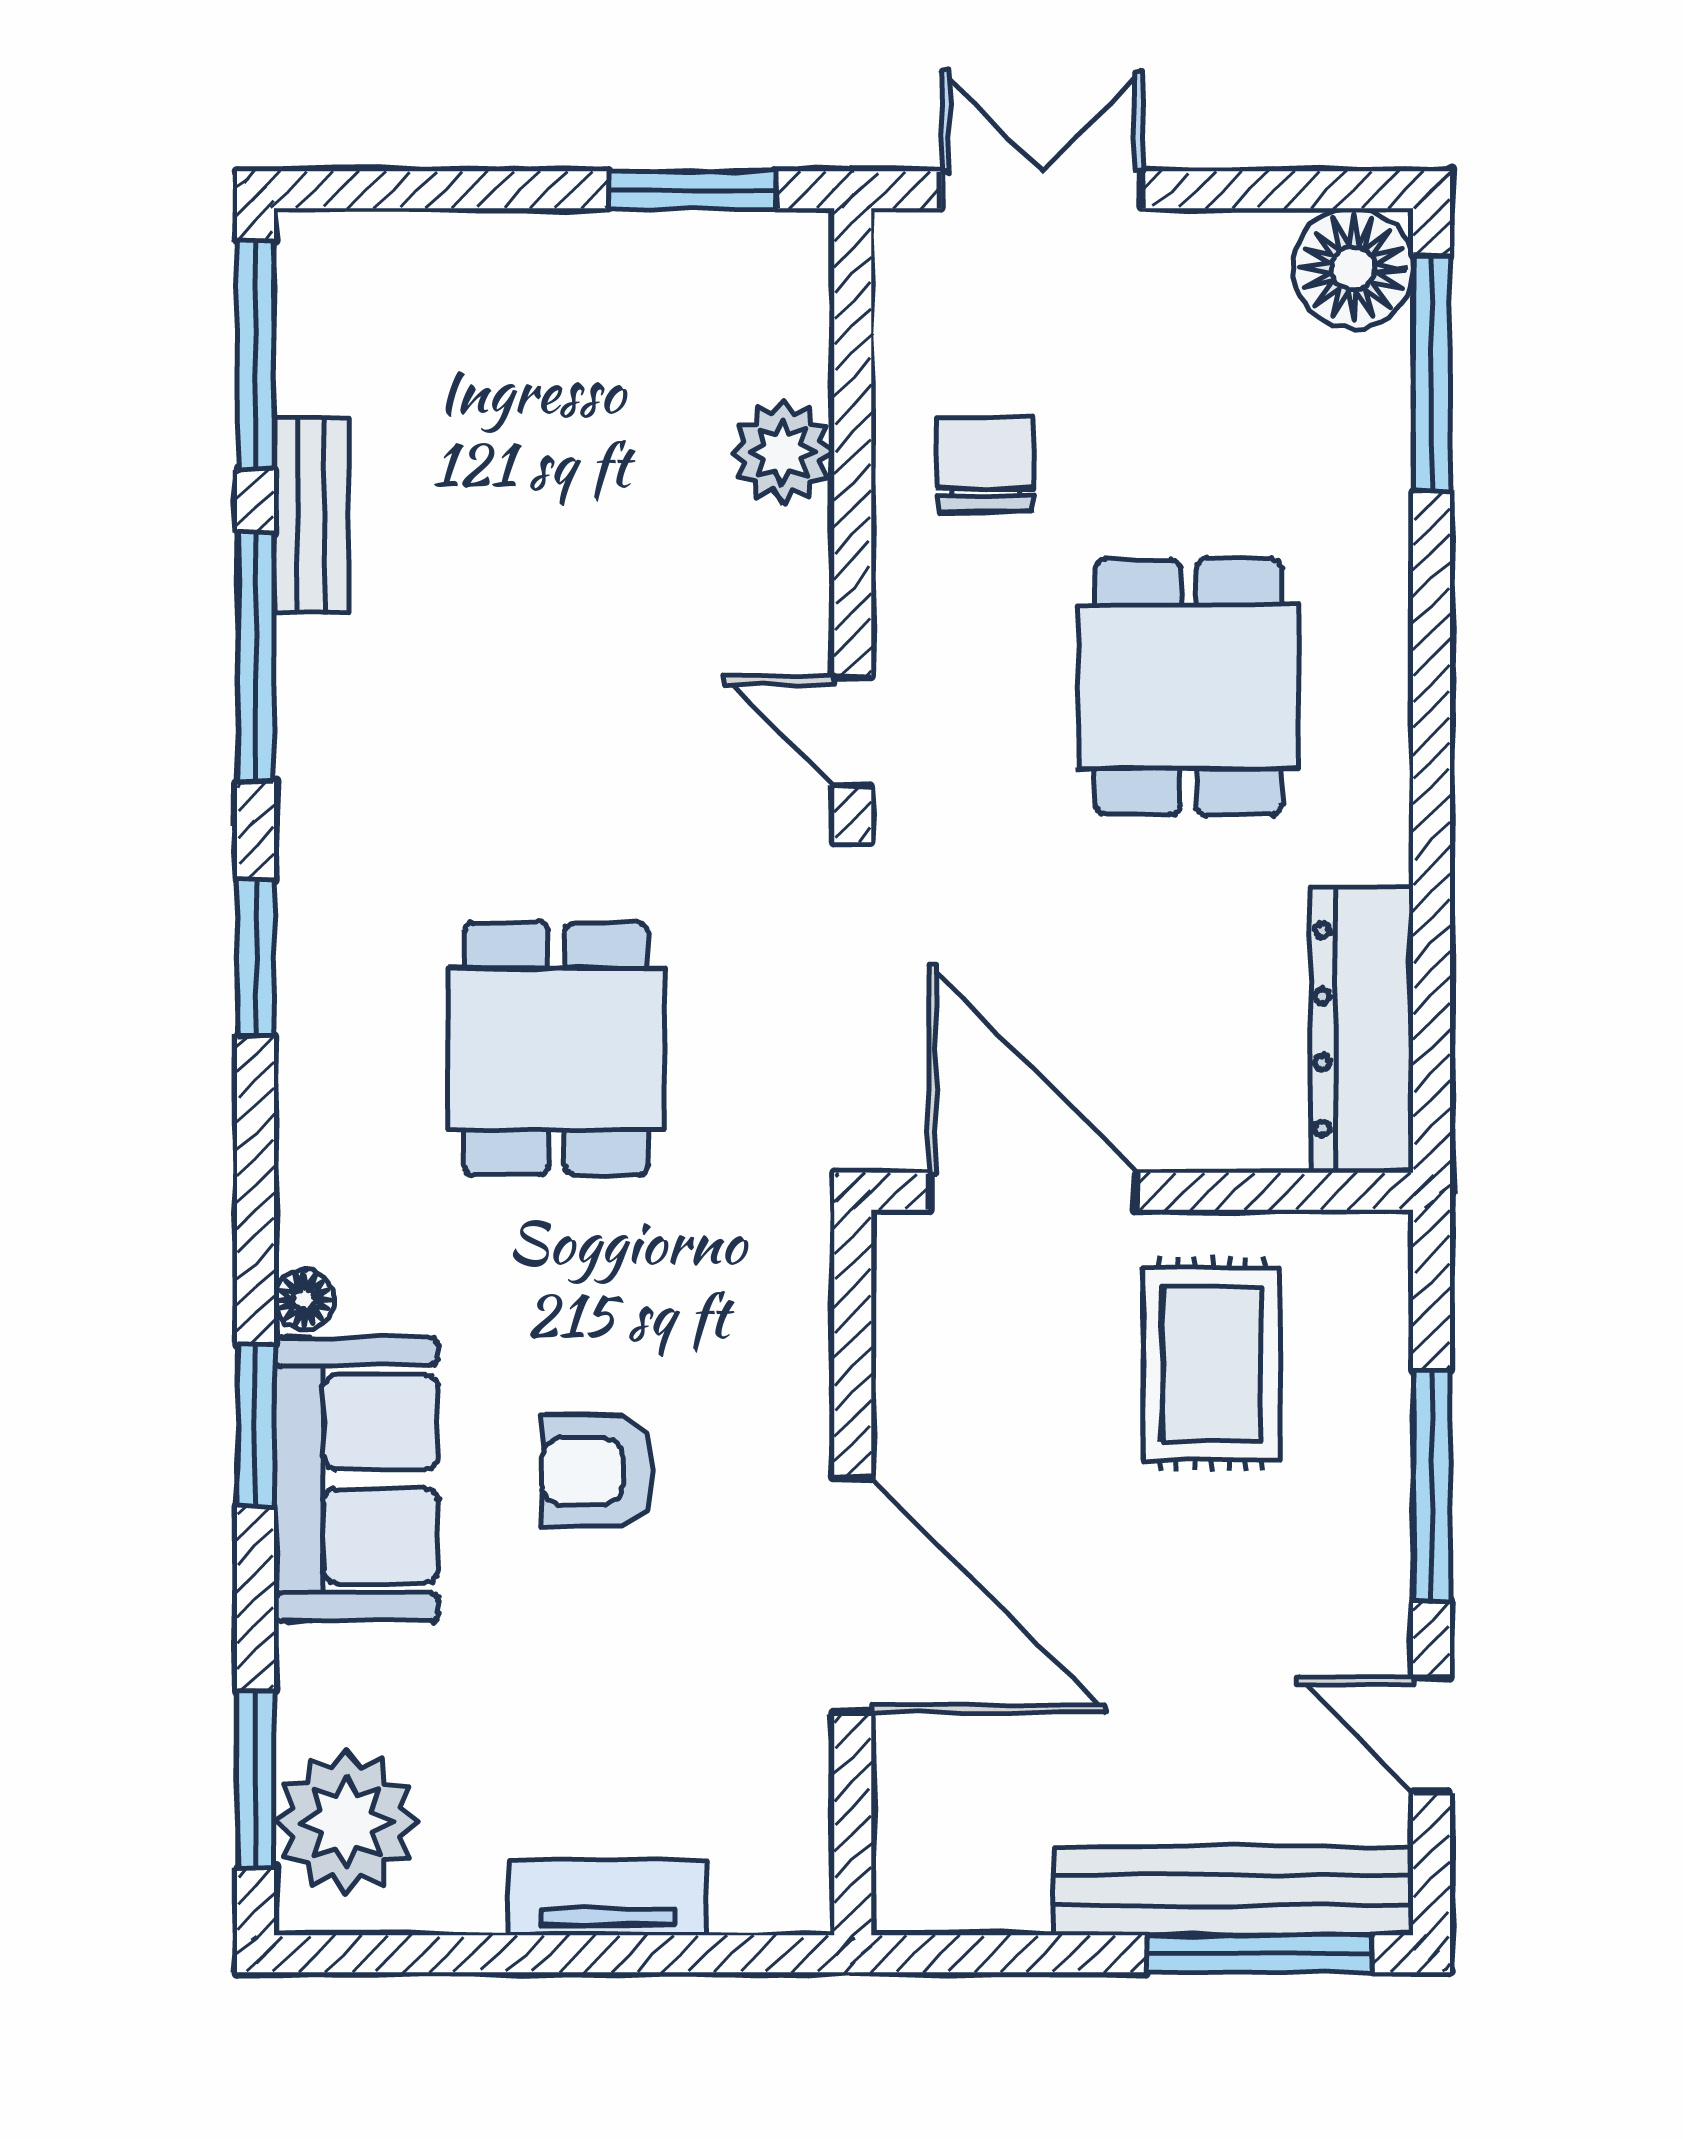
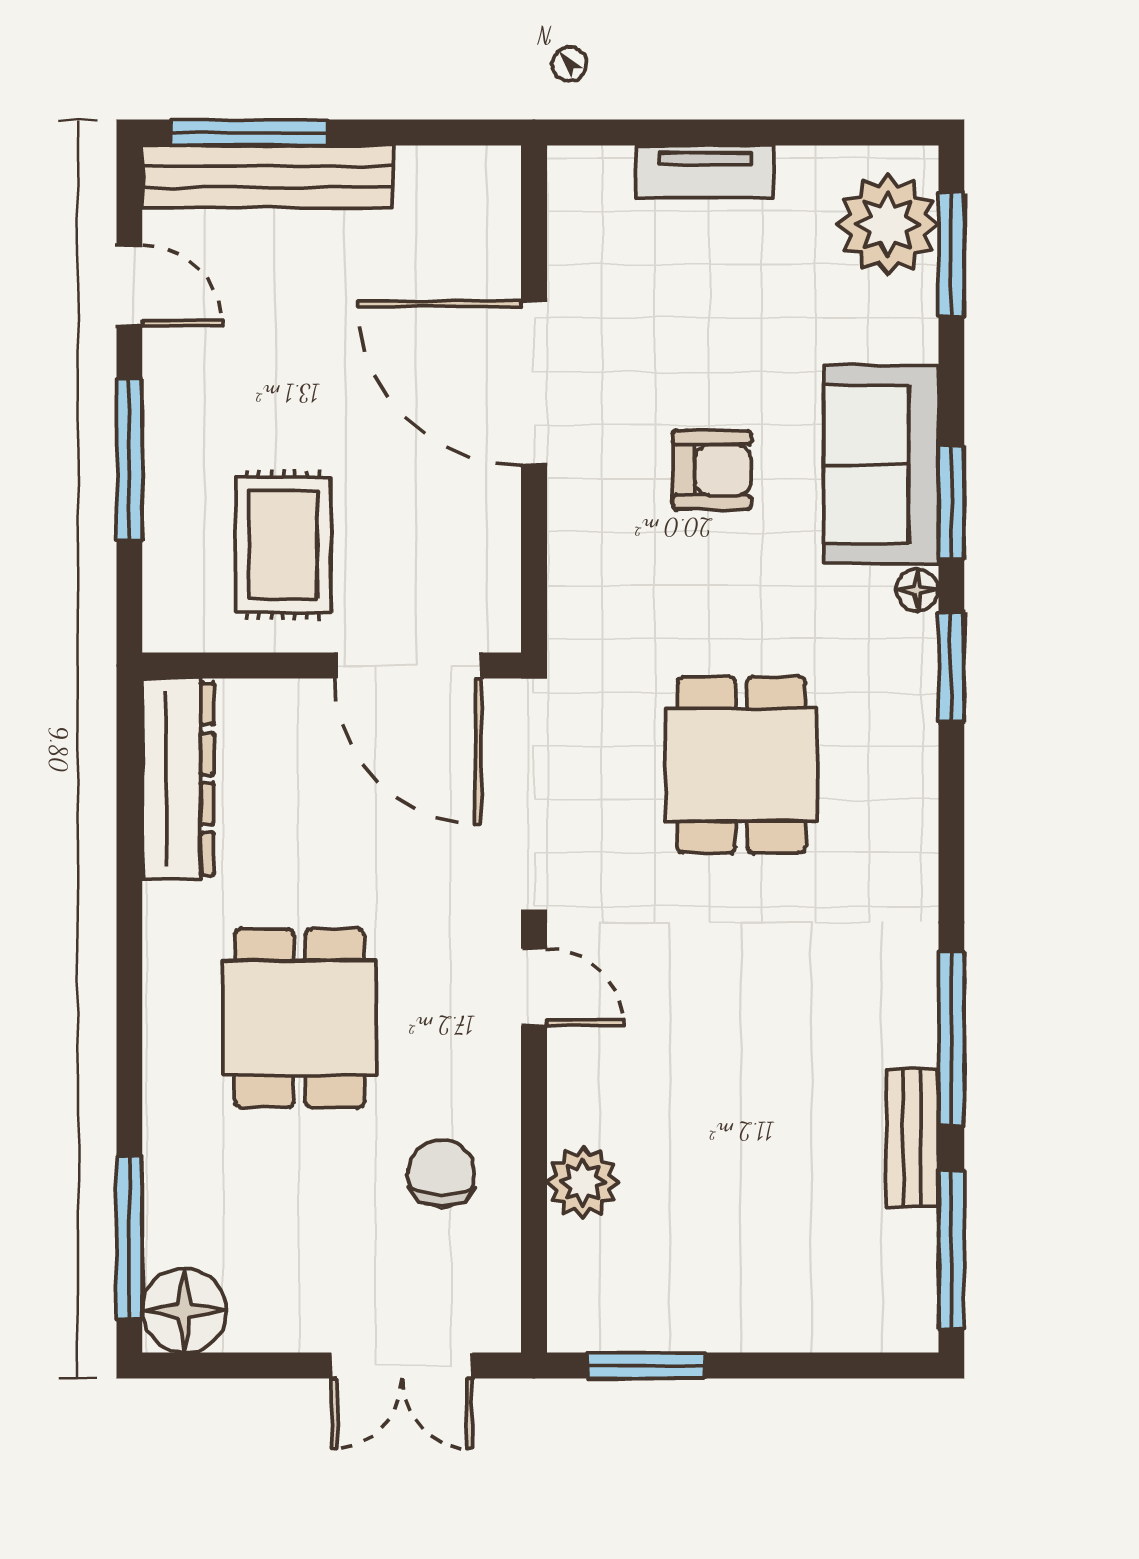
chair: (985, 464) -> (441, 1174), turned 180
window: (255, 957) -> (951, 667), moved

